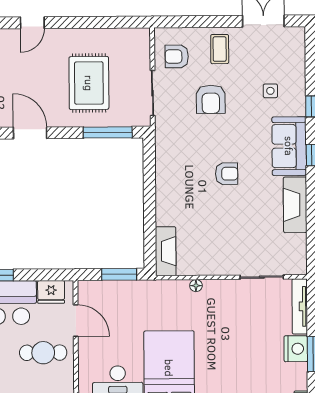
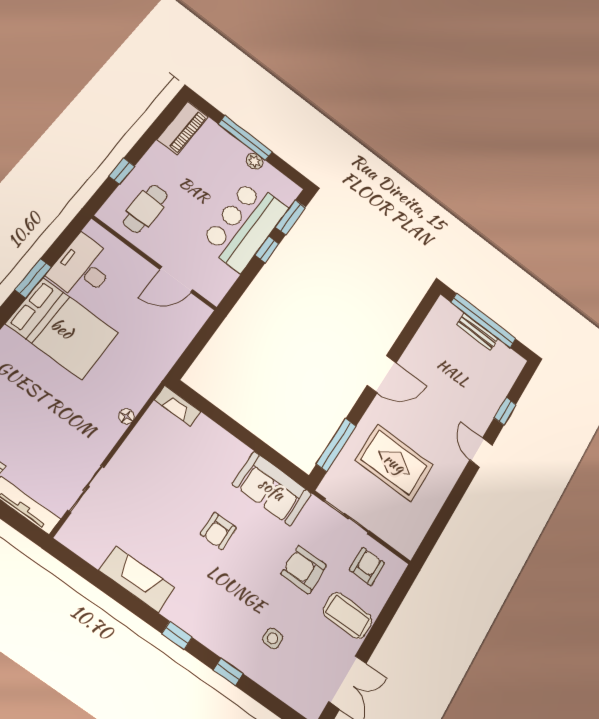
coffee table: (220, 49) -> (348, 616), width x1.36, depth x1.30
sofa: (289, 146) -> (272, 489), moved, turned 180
fireplace: (166, 251) -> (178, 406), width x0.73, depth x0.76
window: (119, 274) -> (192, 352), removed
fridge: (51, 292) -> (220, 279), removed
cafe table: (43, 353) -> (145, 209), moved

